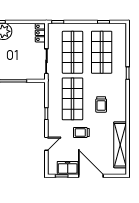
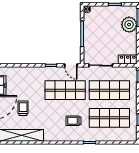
trolley: (101, 104) -> (74, 121), moved
trolley: (81, 133) -> (23, 108), moved
door: (46, 144) -> (71, 65), moved

